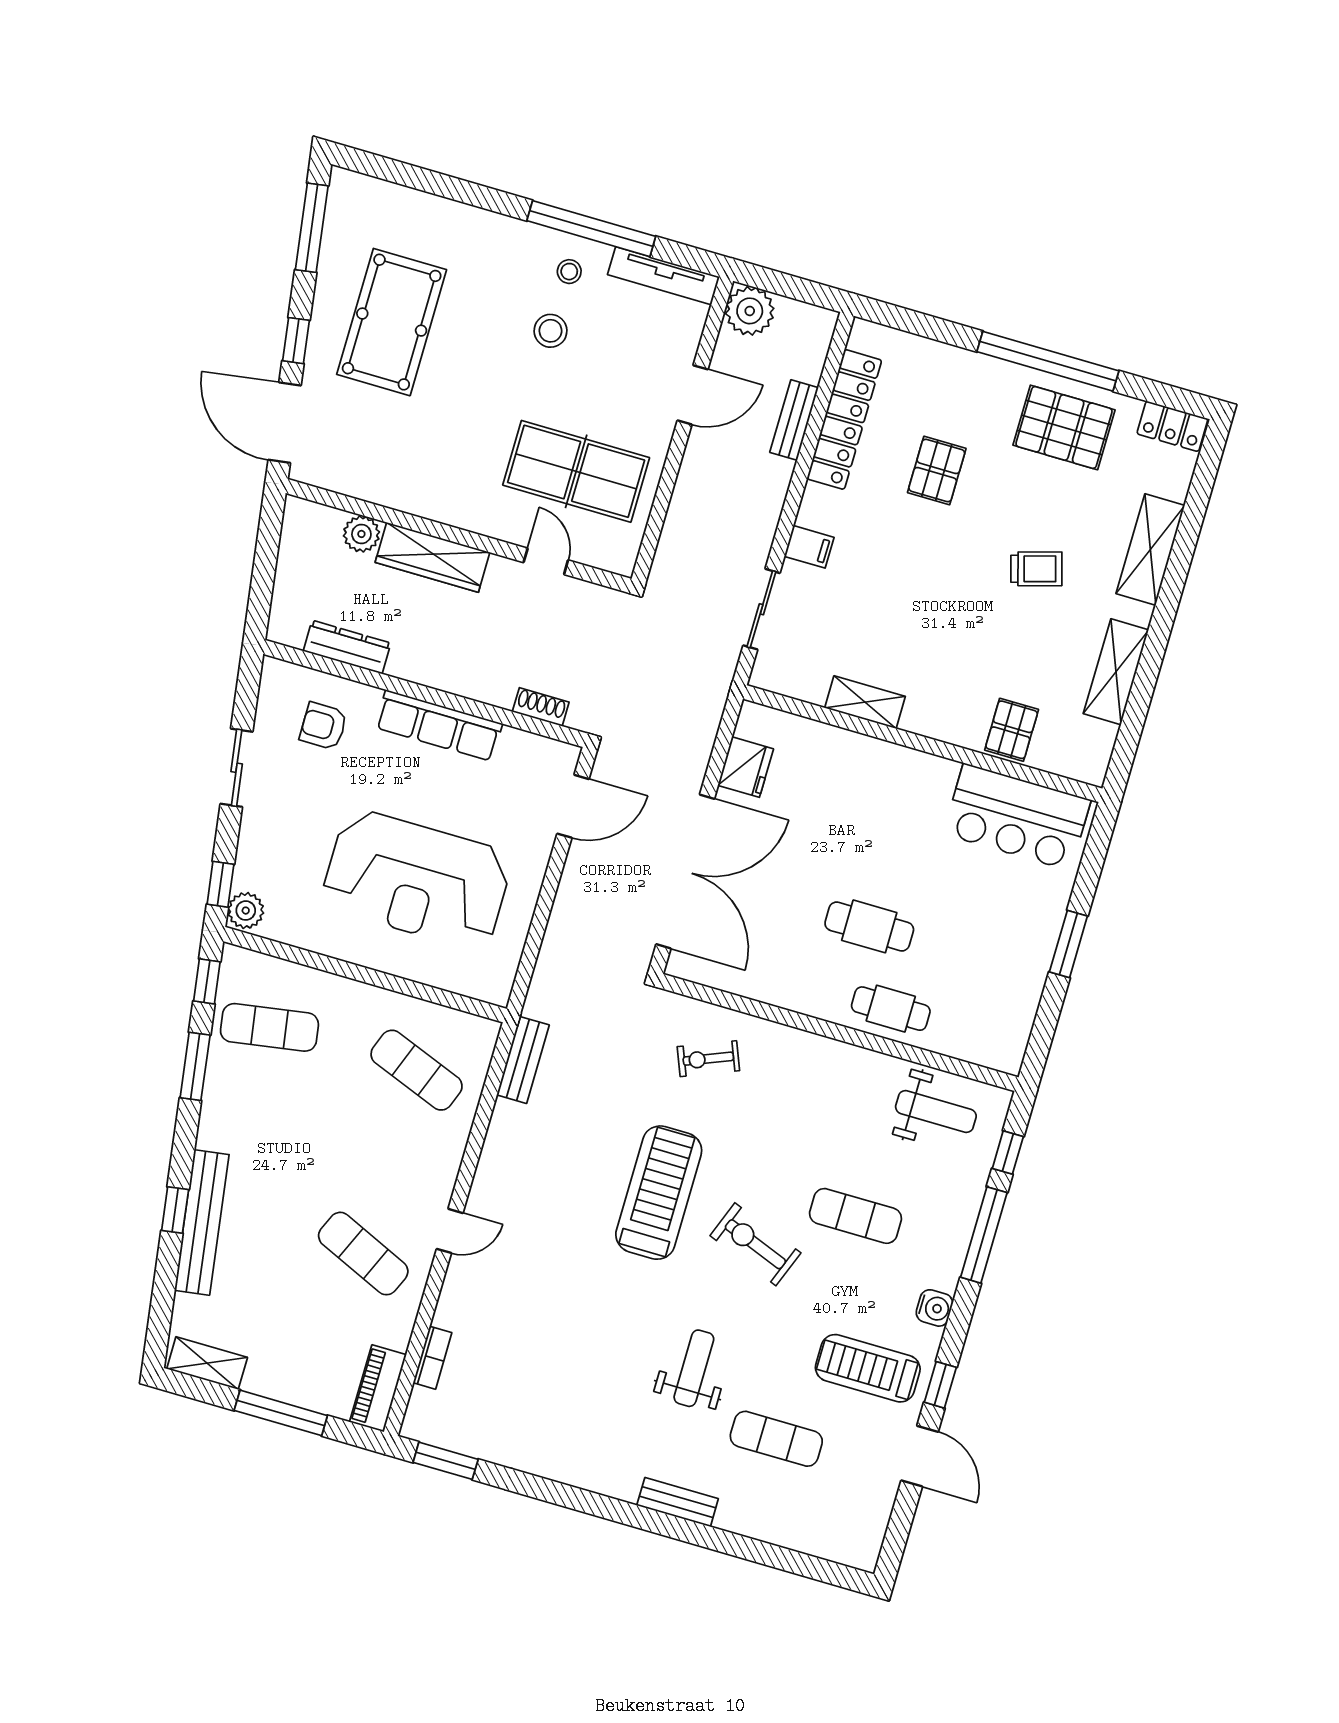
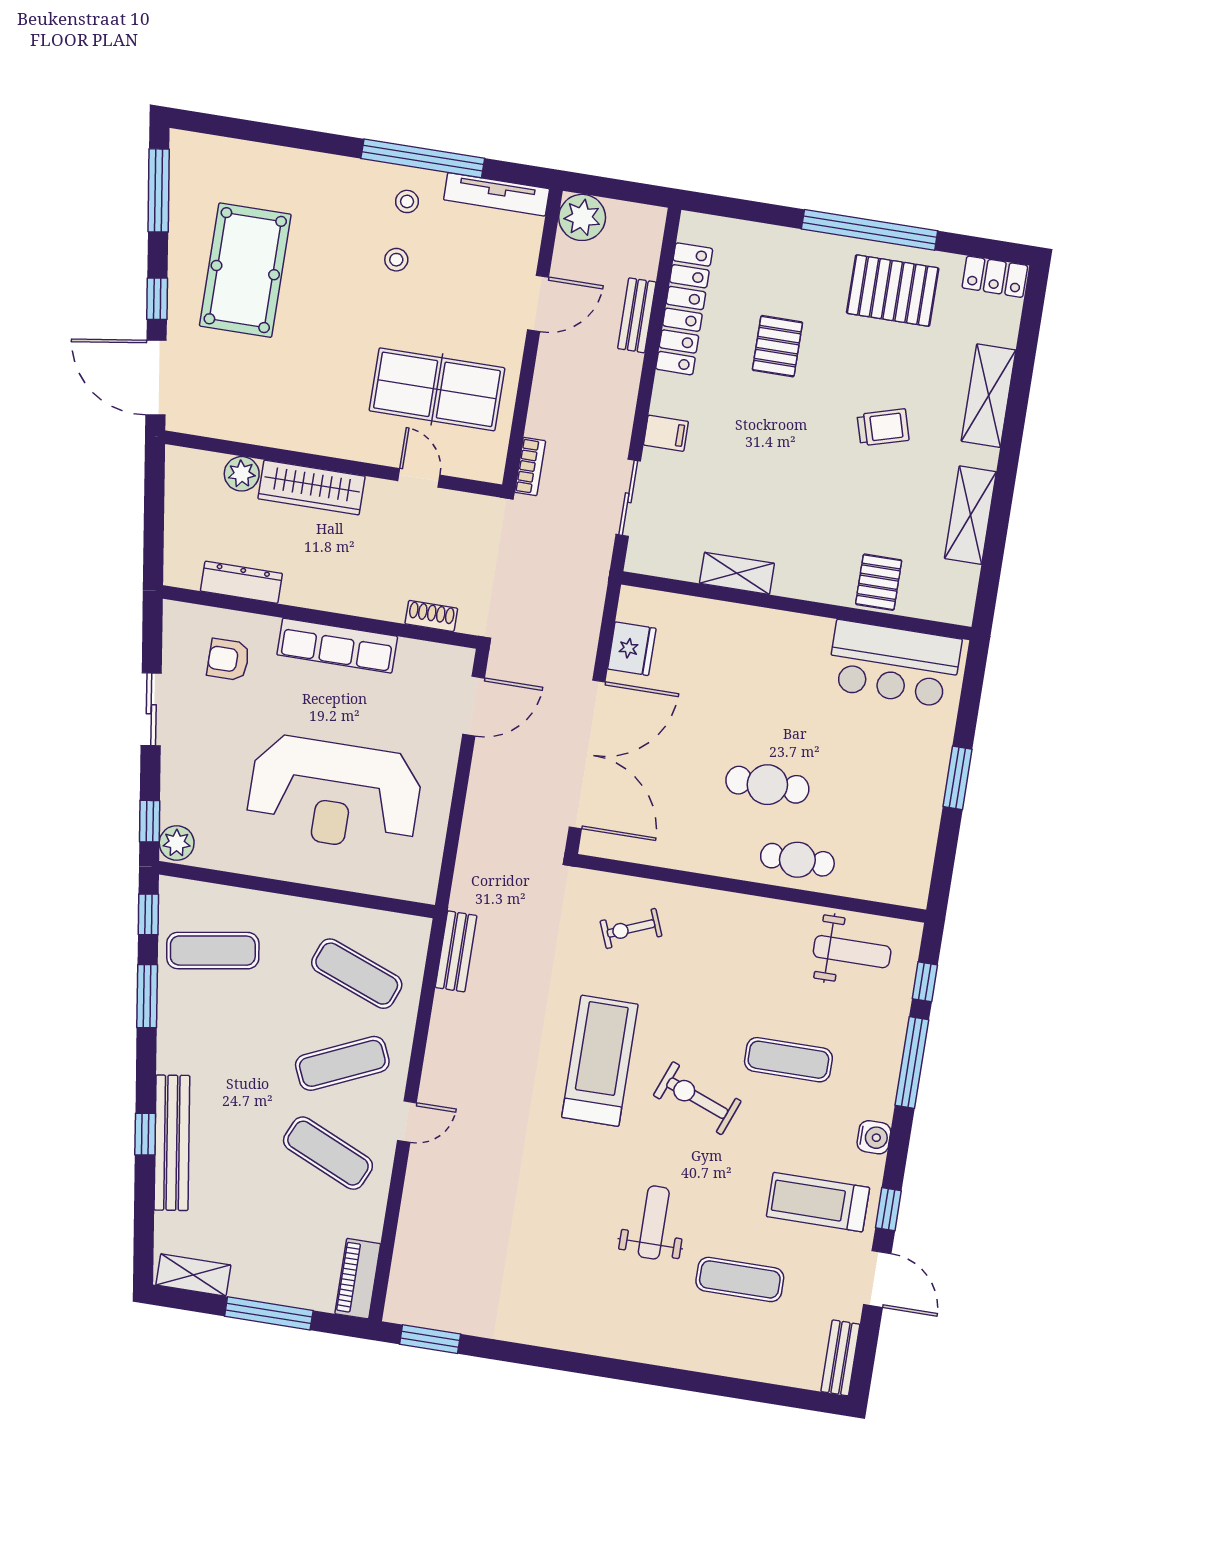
stool: (550, 331) -> (396, 260), width x0.73, depth x0.73
exercise mat: (390, 1162) -> (342, 1063), added
bookcase: (432, 1358) -> (530, 466), moved
bench: (678, 1502) -> (840, 1358), moved, turned 90

